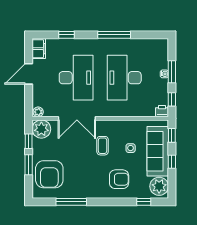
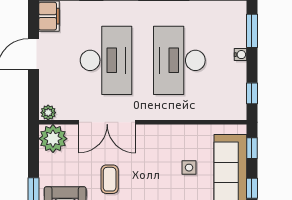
window: (172, 72) -> (252, 31), moved
printer: (162, 111) -> (237, 111), removed
window: (29, 141) -> (34, 157), removed
coffee table: (103, 146) -> (110, 179), moved

